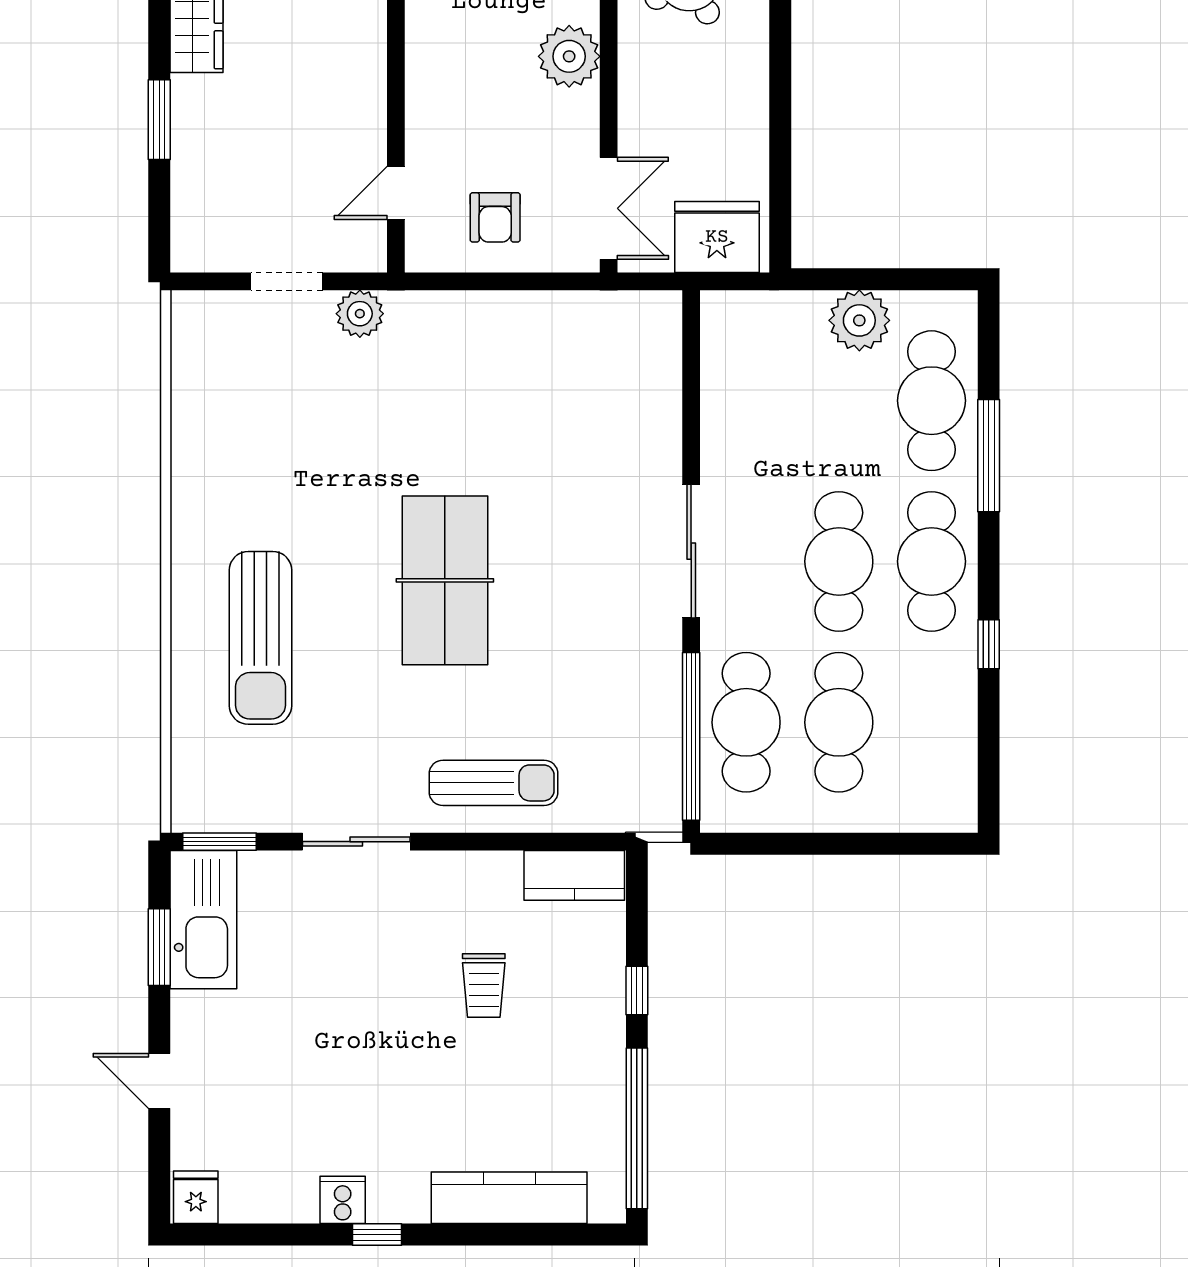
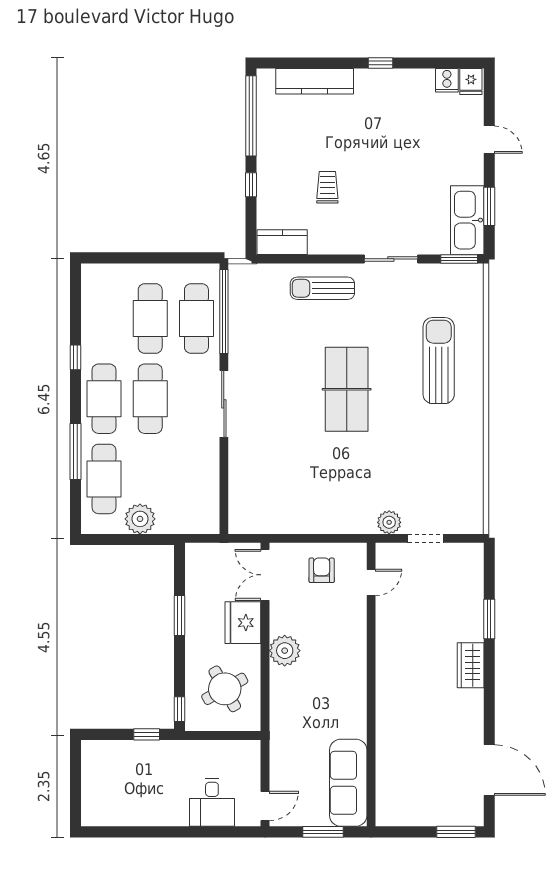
window: (780, 127) -> (179, 615), added
fridge: (717, 237) -> (243, 623), moved, turned 90
cooker: (343, 1200) -> (447, 80), moved

